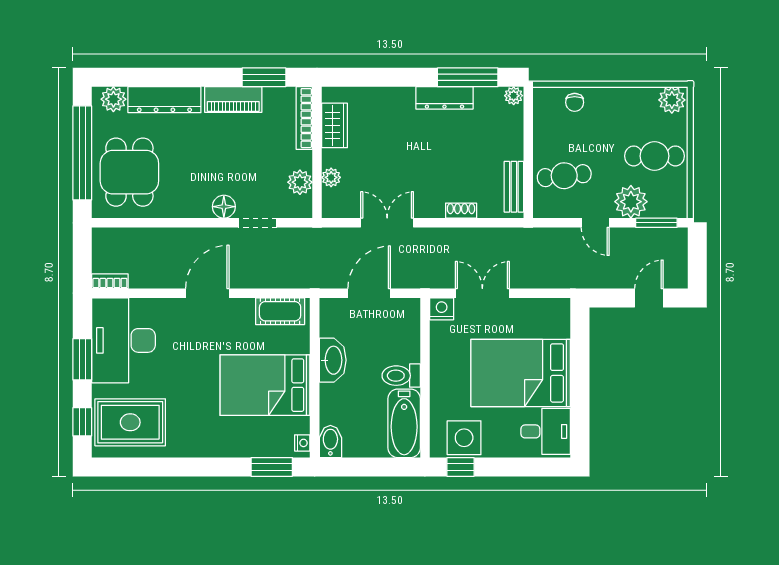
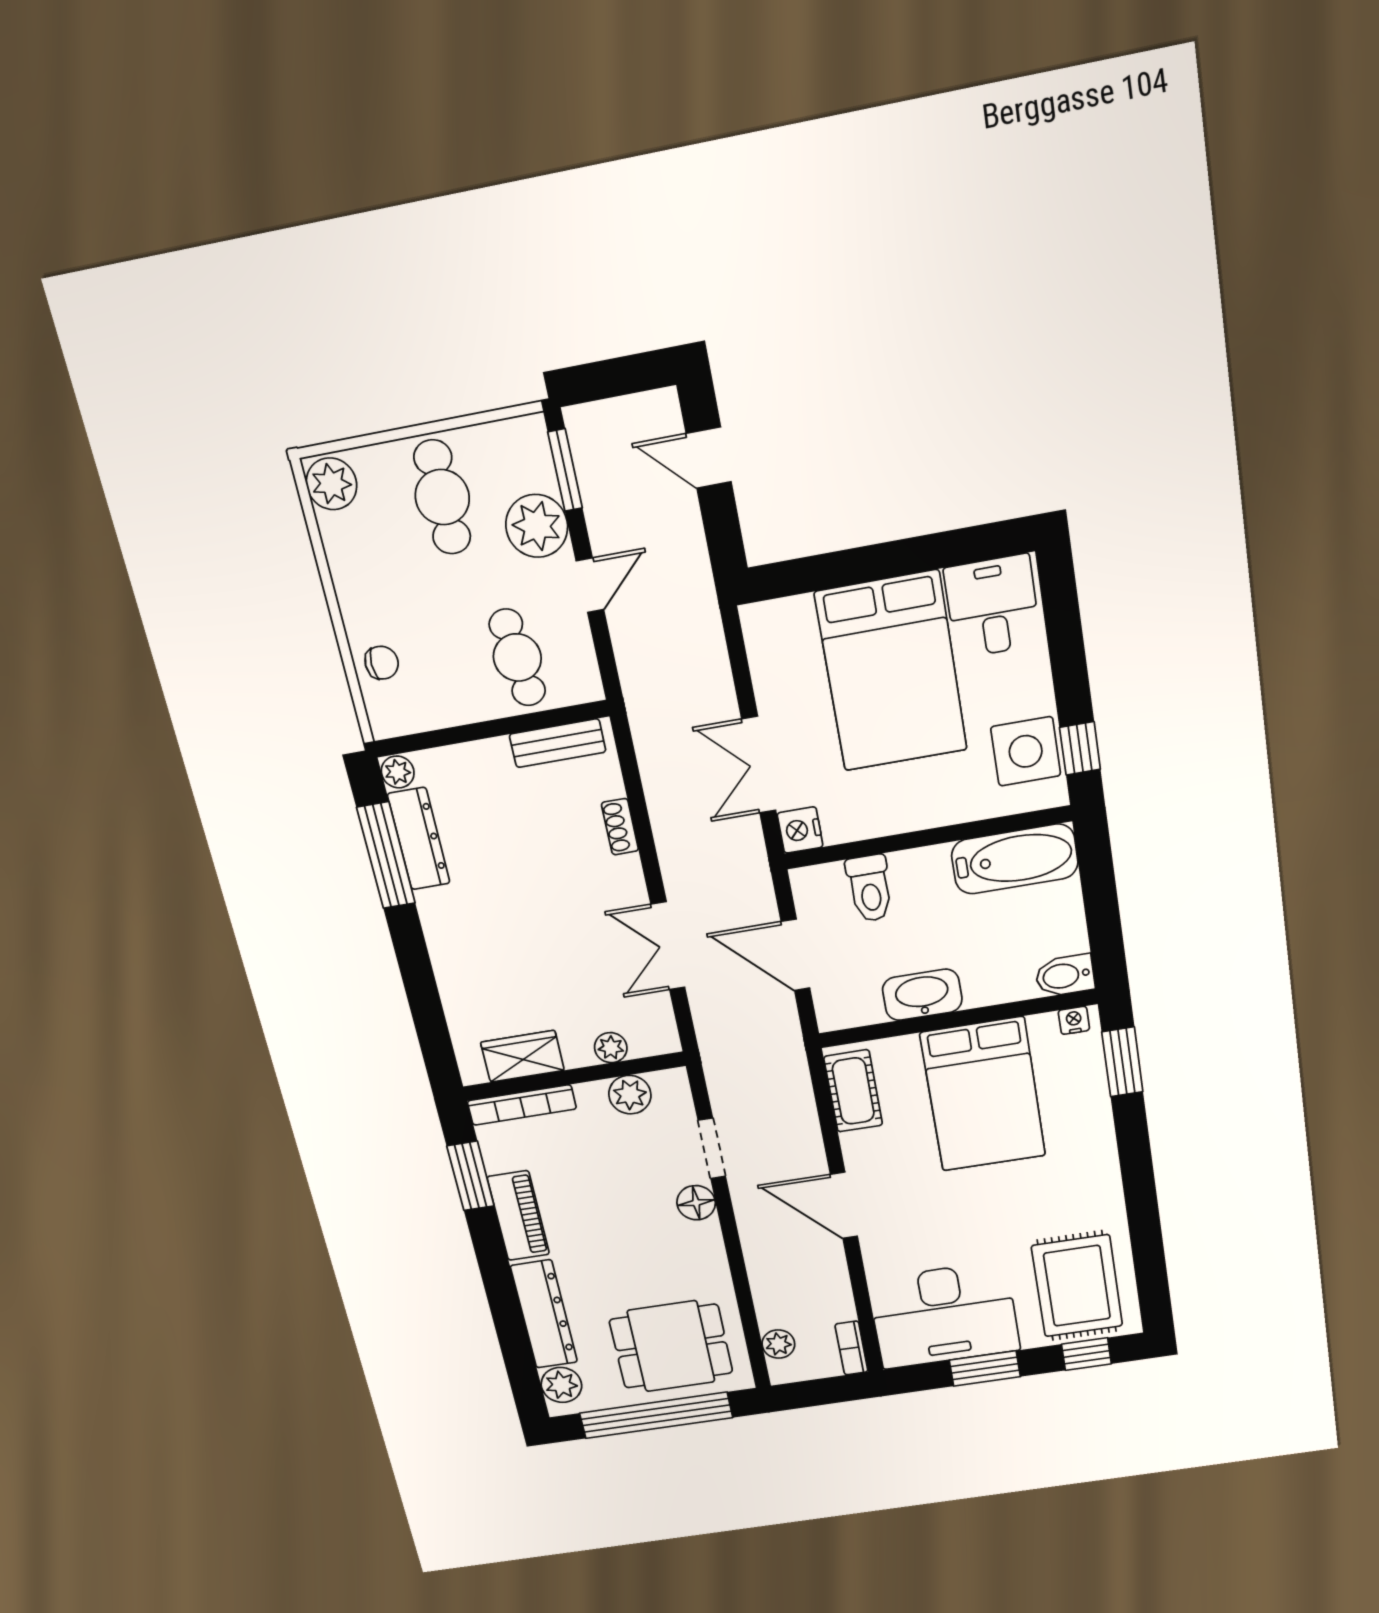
dresser: (444, 98) -> (419, 839), moved
plant: (120, 237) -> (778, 1344), added
toilet: (401, 376) -> (870, 888), moved

